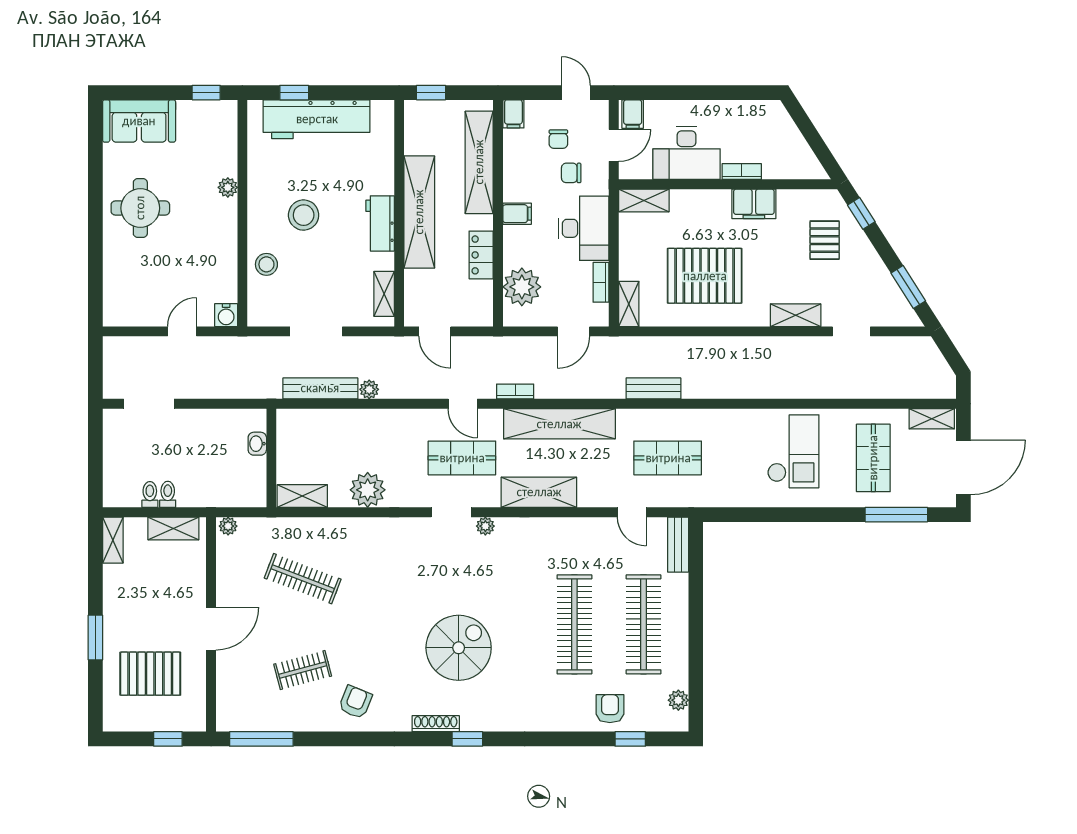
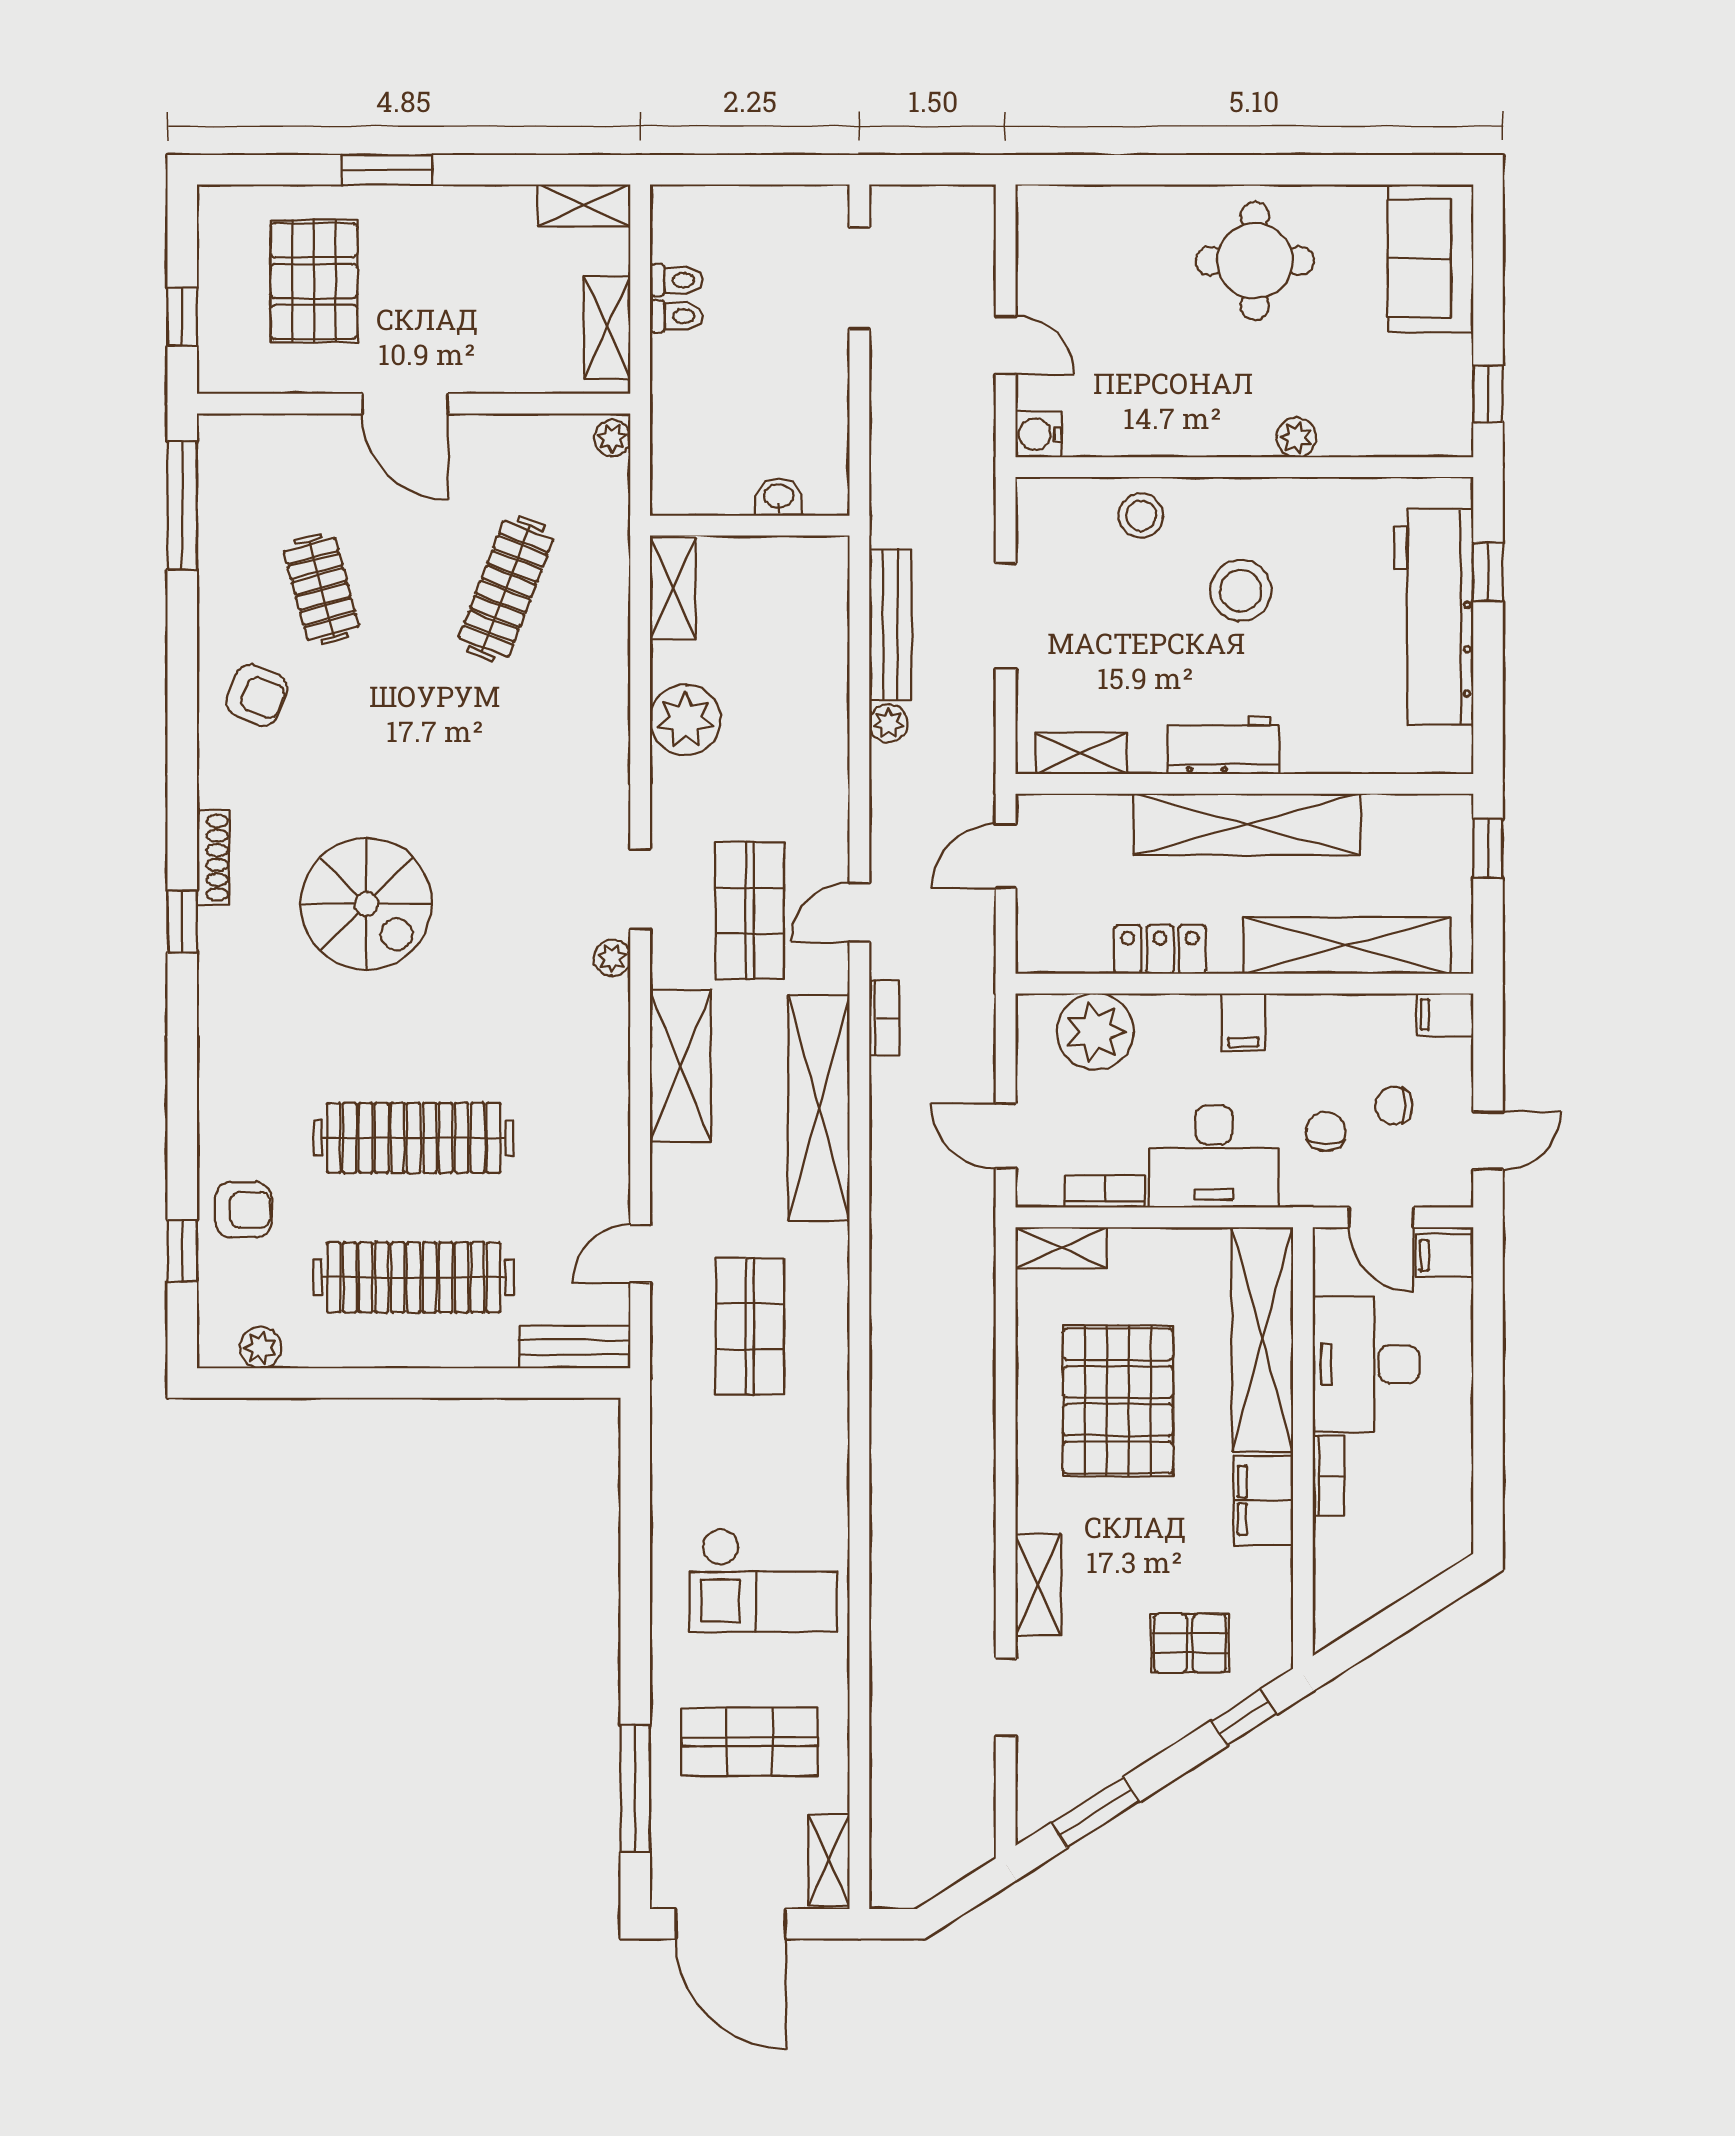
shelving: (644, 200) -> (1262, 1339), width x2.20, depth x1.33
bench: (653, 388) -> (890, 1298), removed

